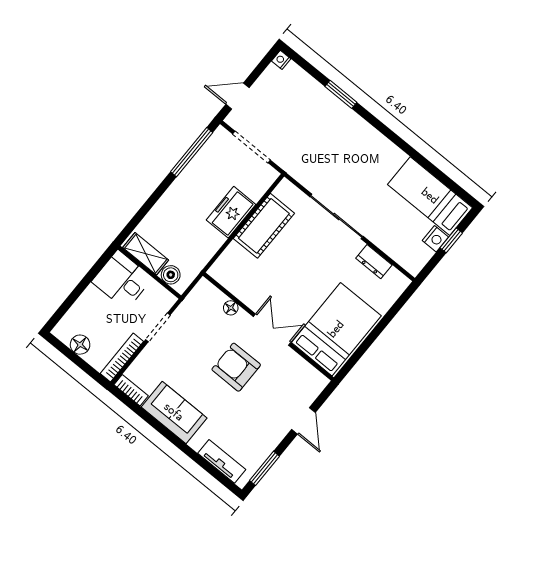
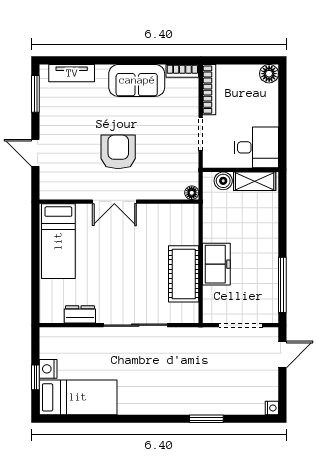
floor lamp: (231, 308) -> (192, 193), moved
bed: (336, 329) -> (58, 241), width x0.67
floor lamp: (80, 345) -> (269, 74), moved
armchair: (236, 367) -> (118, 152), turned -90

